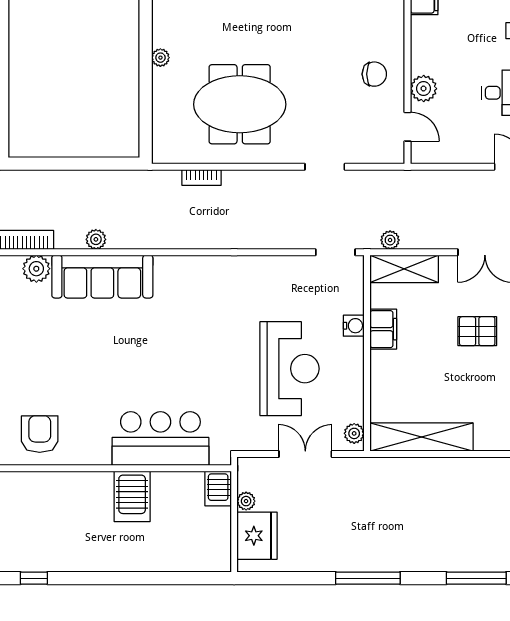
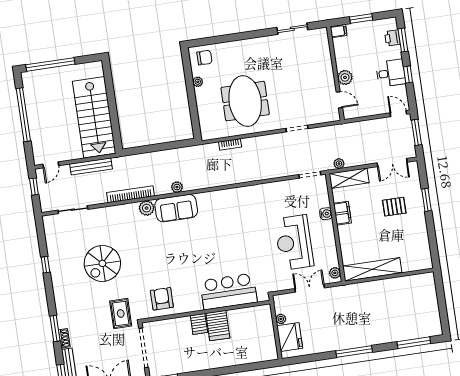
chair: (374, 74) -> (204, 58), moved
meeting table: (240, 104) -> (245, 101), turned 90
sofa: (102, 277) -> (176, 208), width x0.73
reception desk: (289, 369) -> (294, 242), turned 180
server rack: (218, 489) -> (199, 324), moved

